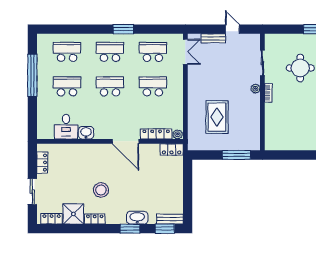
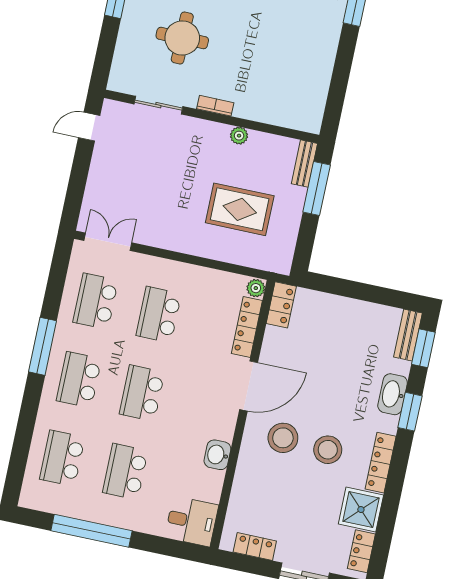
window: (123, 29) -> (43, 346), width x1.44
door: (232, 29) -> (89, 127), moved
bench: (213, 38) -> (304, 164), moved
plant: (255, 89) -> (239, 136), moved
desk: (66, 127) -> (192, 521), moved
stool: (102, 165) -> (283, 438), added
locker: (95, 219) -> (381, 463), width x1.53

